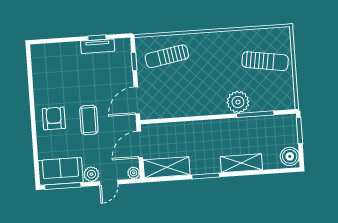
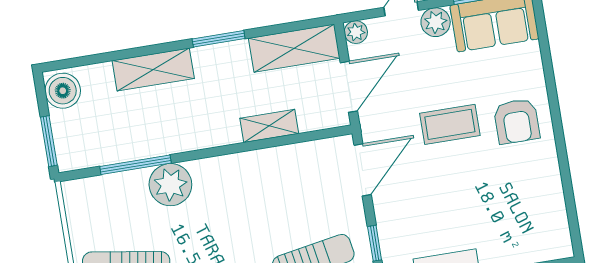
coffee table: (89, 120) -> (450, 124), turned 90
shelving: (183, 128) -> (269, 126), added

